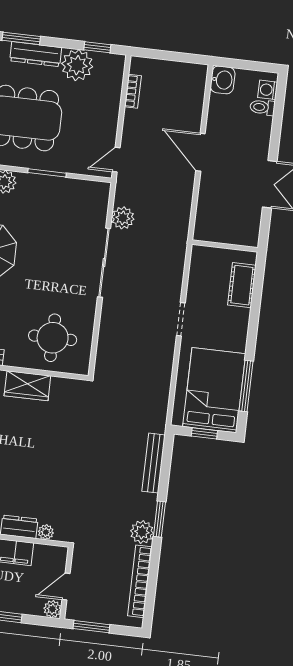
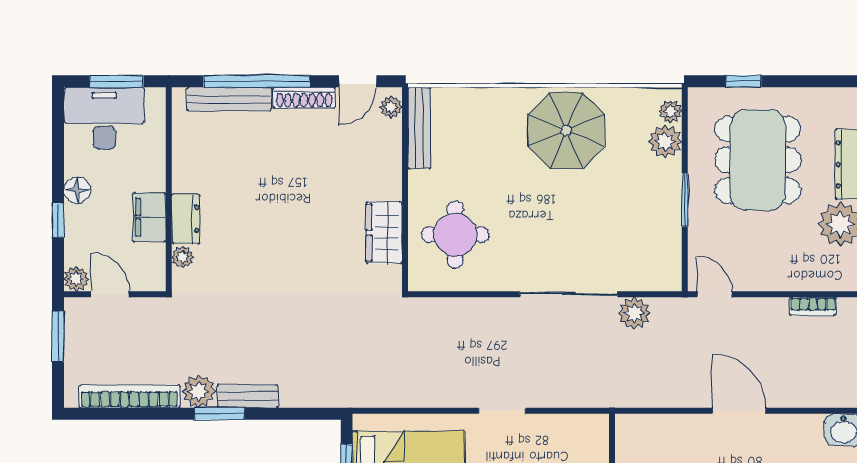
door: (200, 152) -> (739, 411), hinge flipped
wardrobe: (27, 386) -> (384, 233), moved
bench: (154, 463) -> (248, 396), moved, width x0.73

